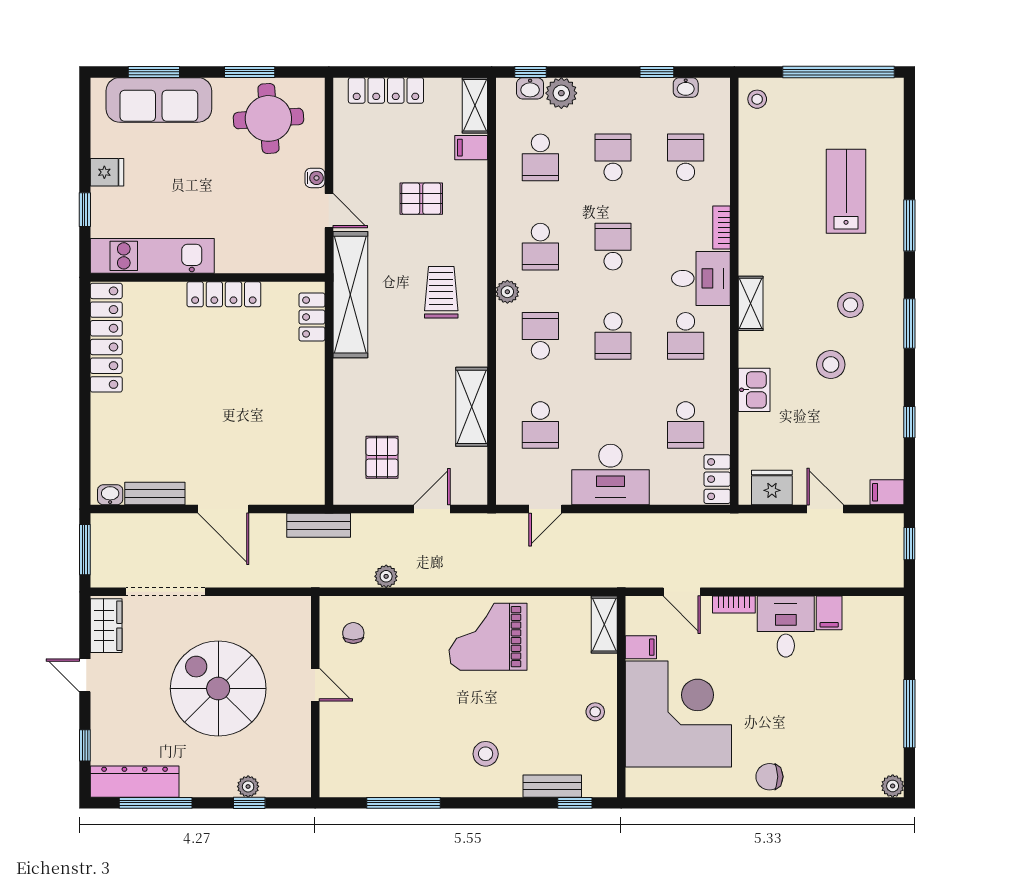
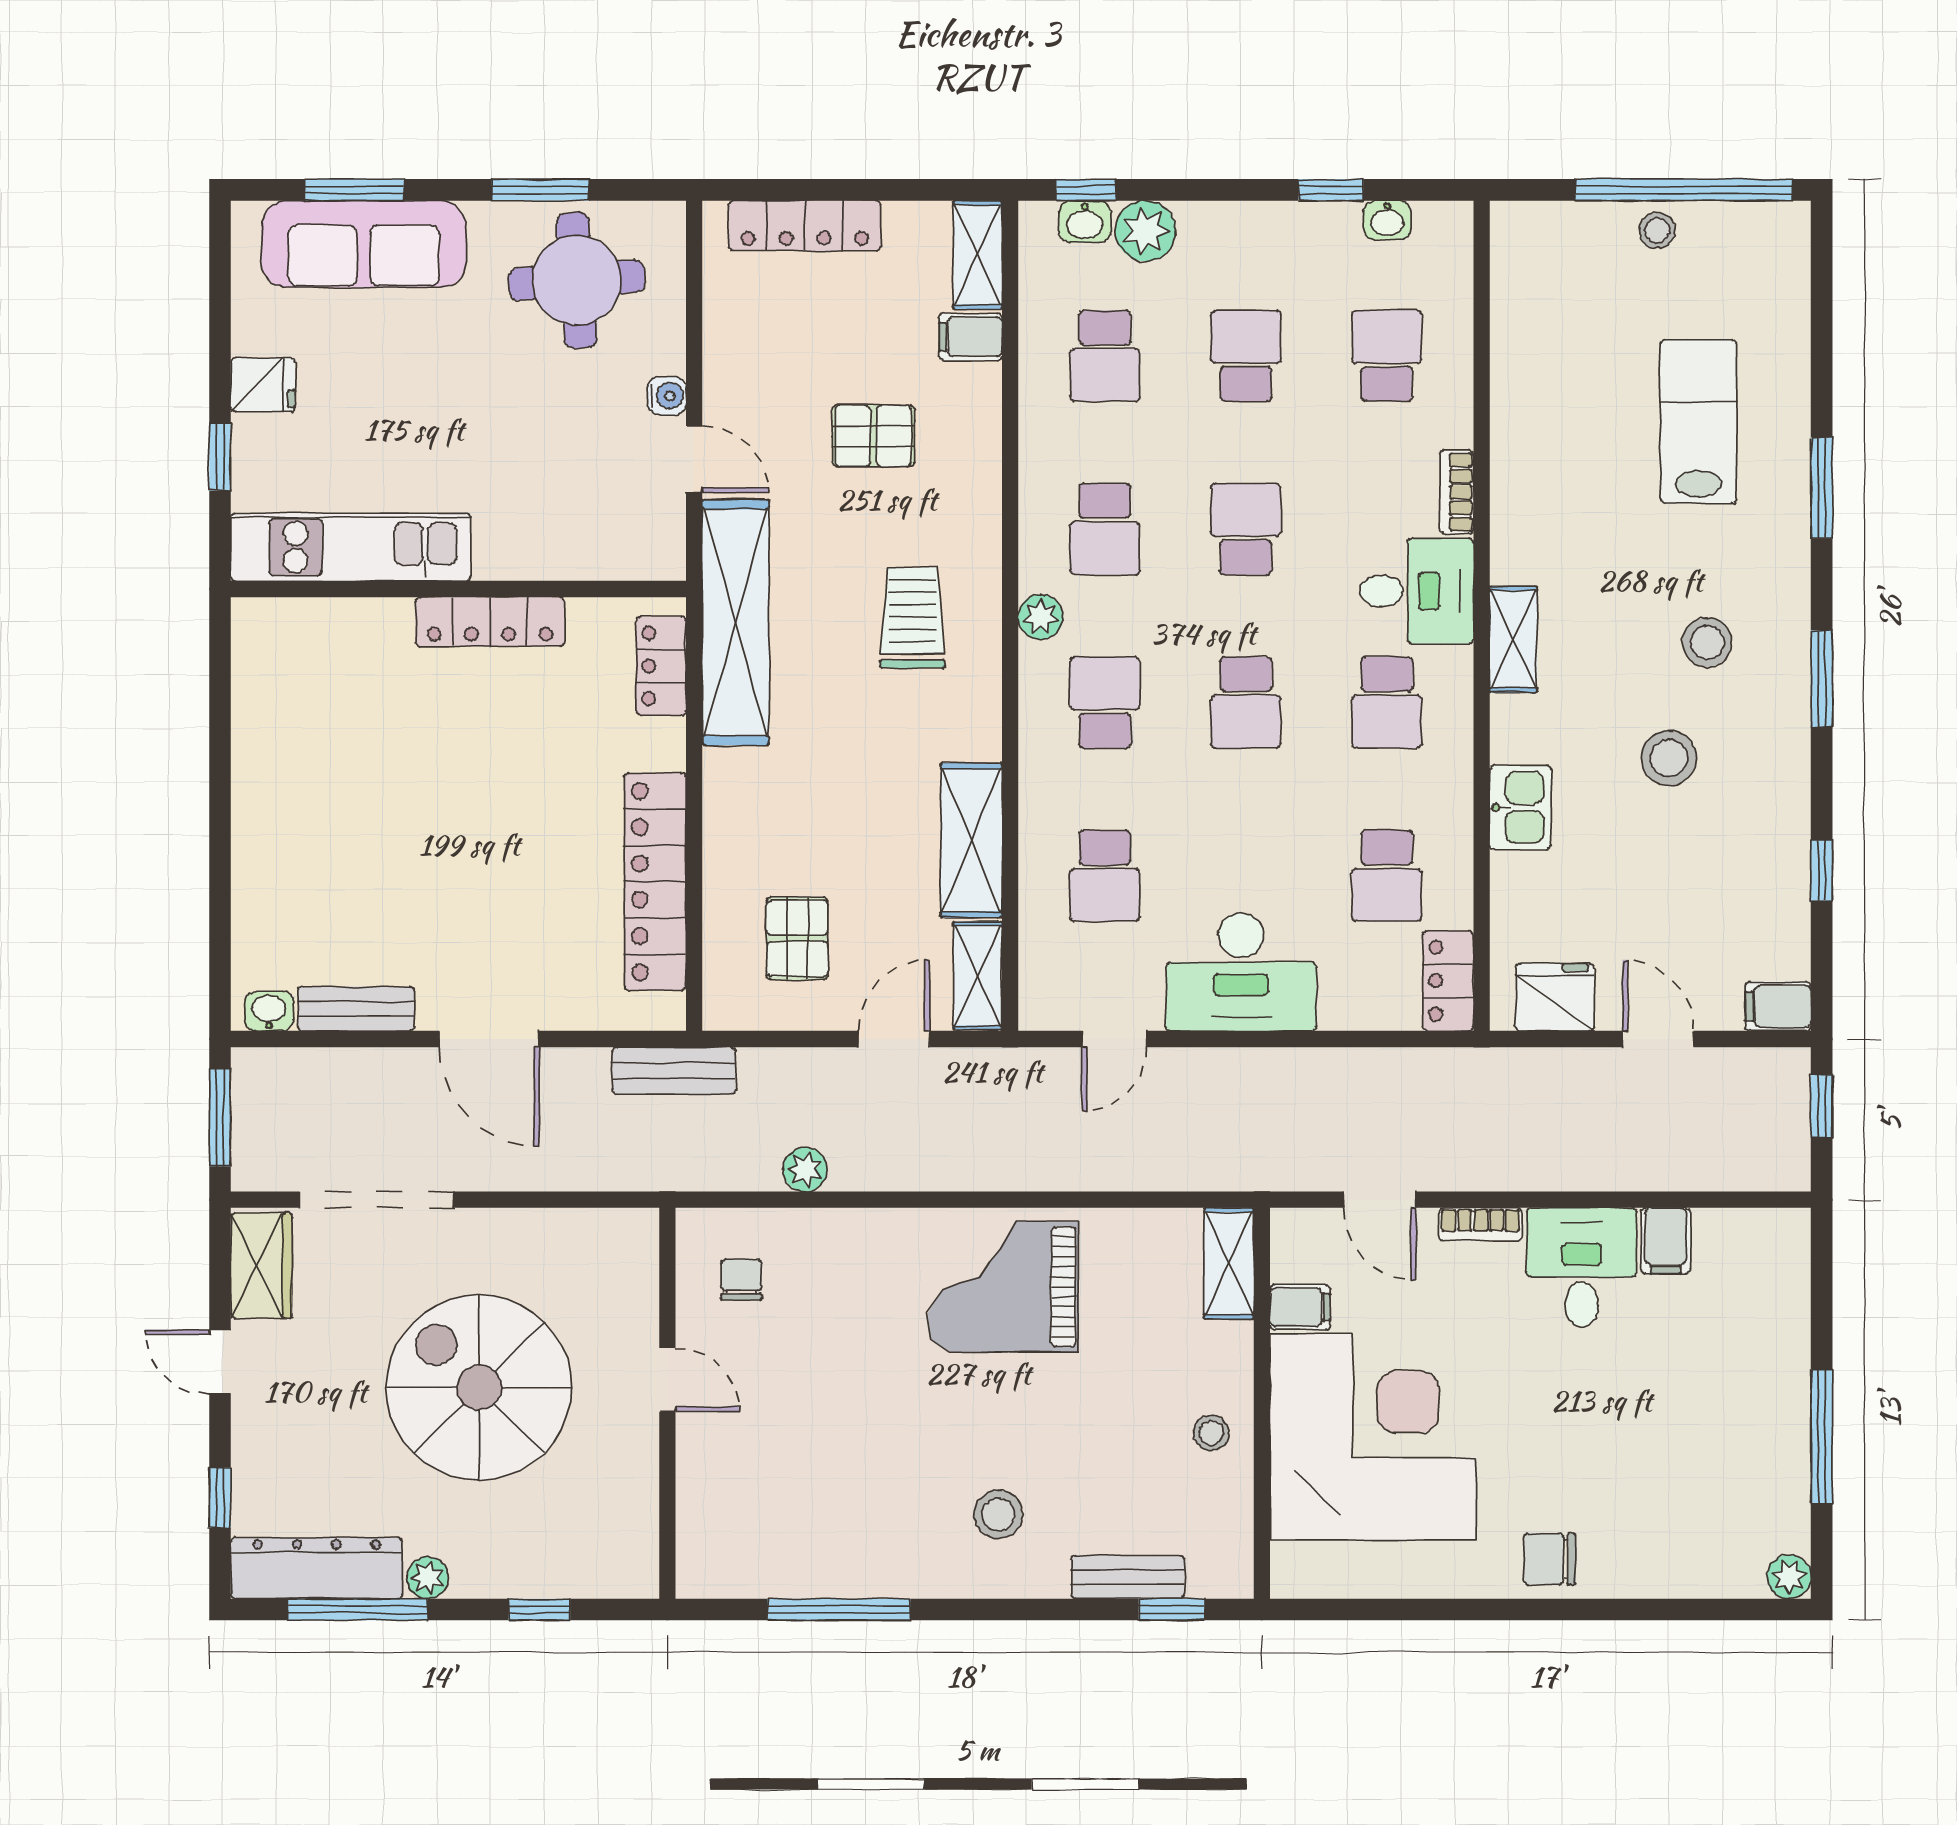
stool: (757, 99) -> (1657, 230), moved
locker: (106, 338) -> (655, 882), moved, turned 180
shelving: (475, 477) -> (978, 976), added
plant: (248, 786) -> (428, 1578), moved

